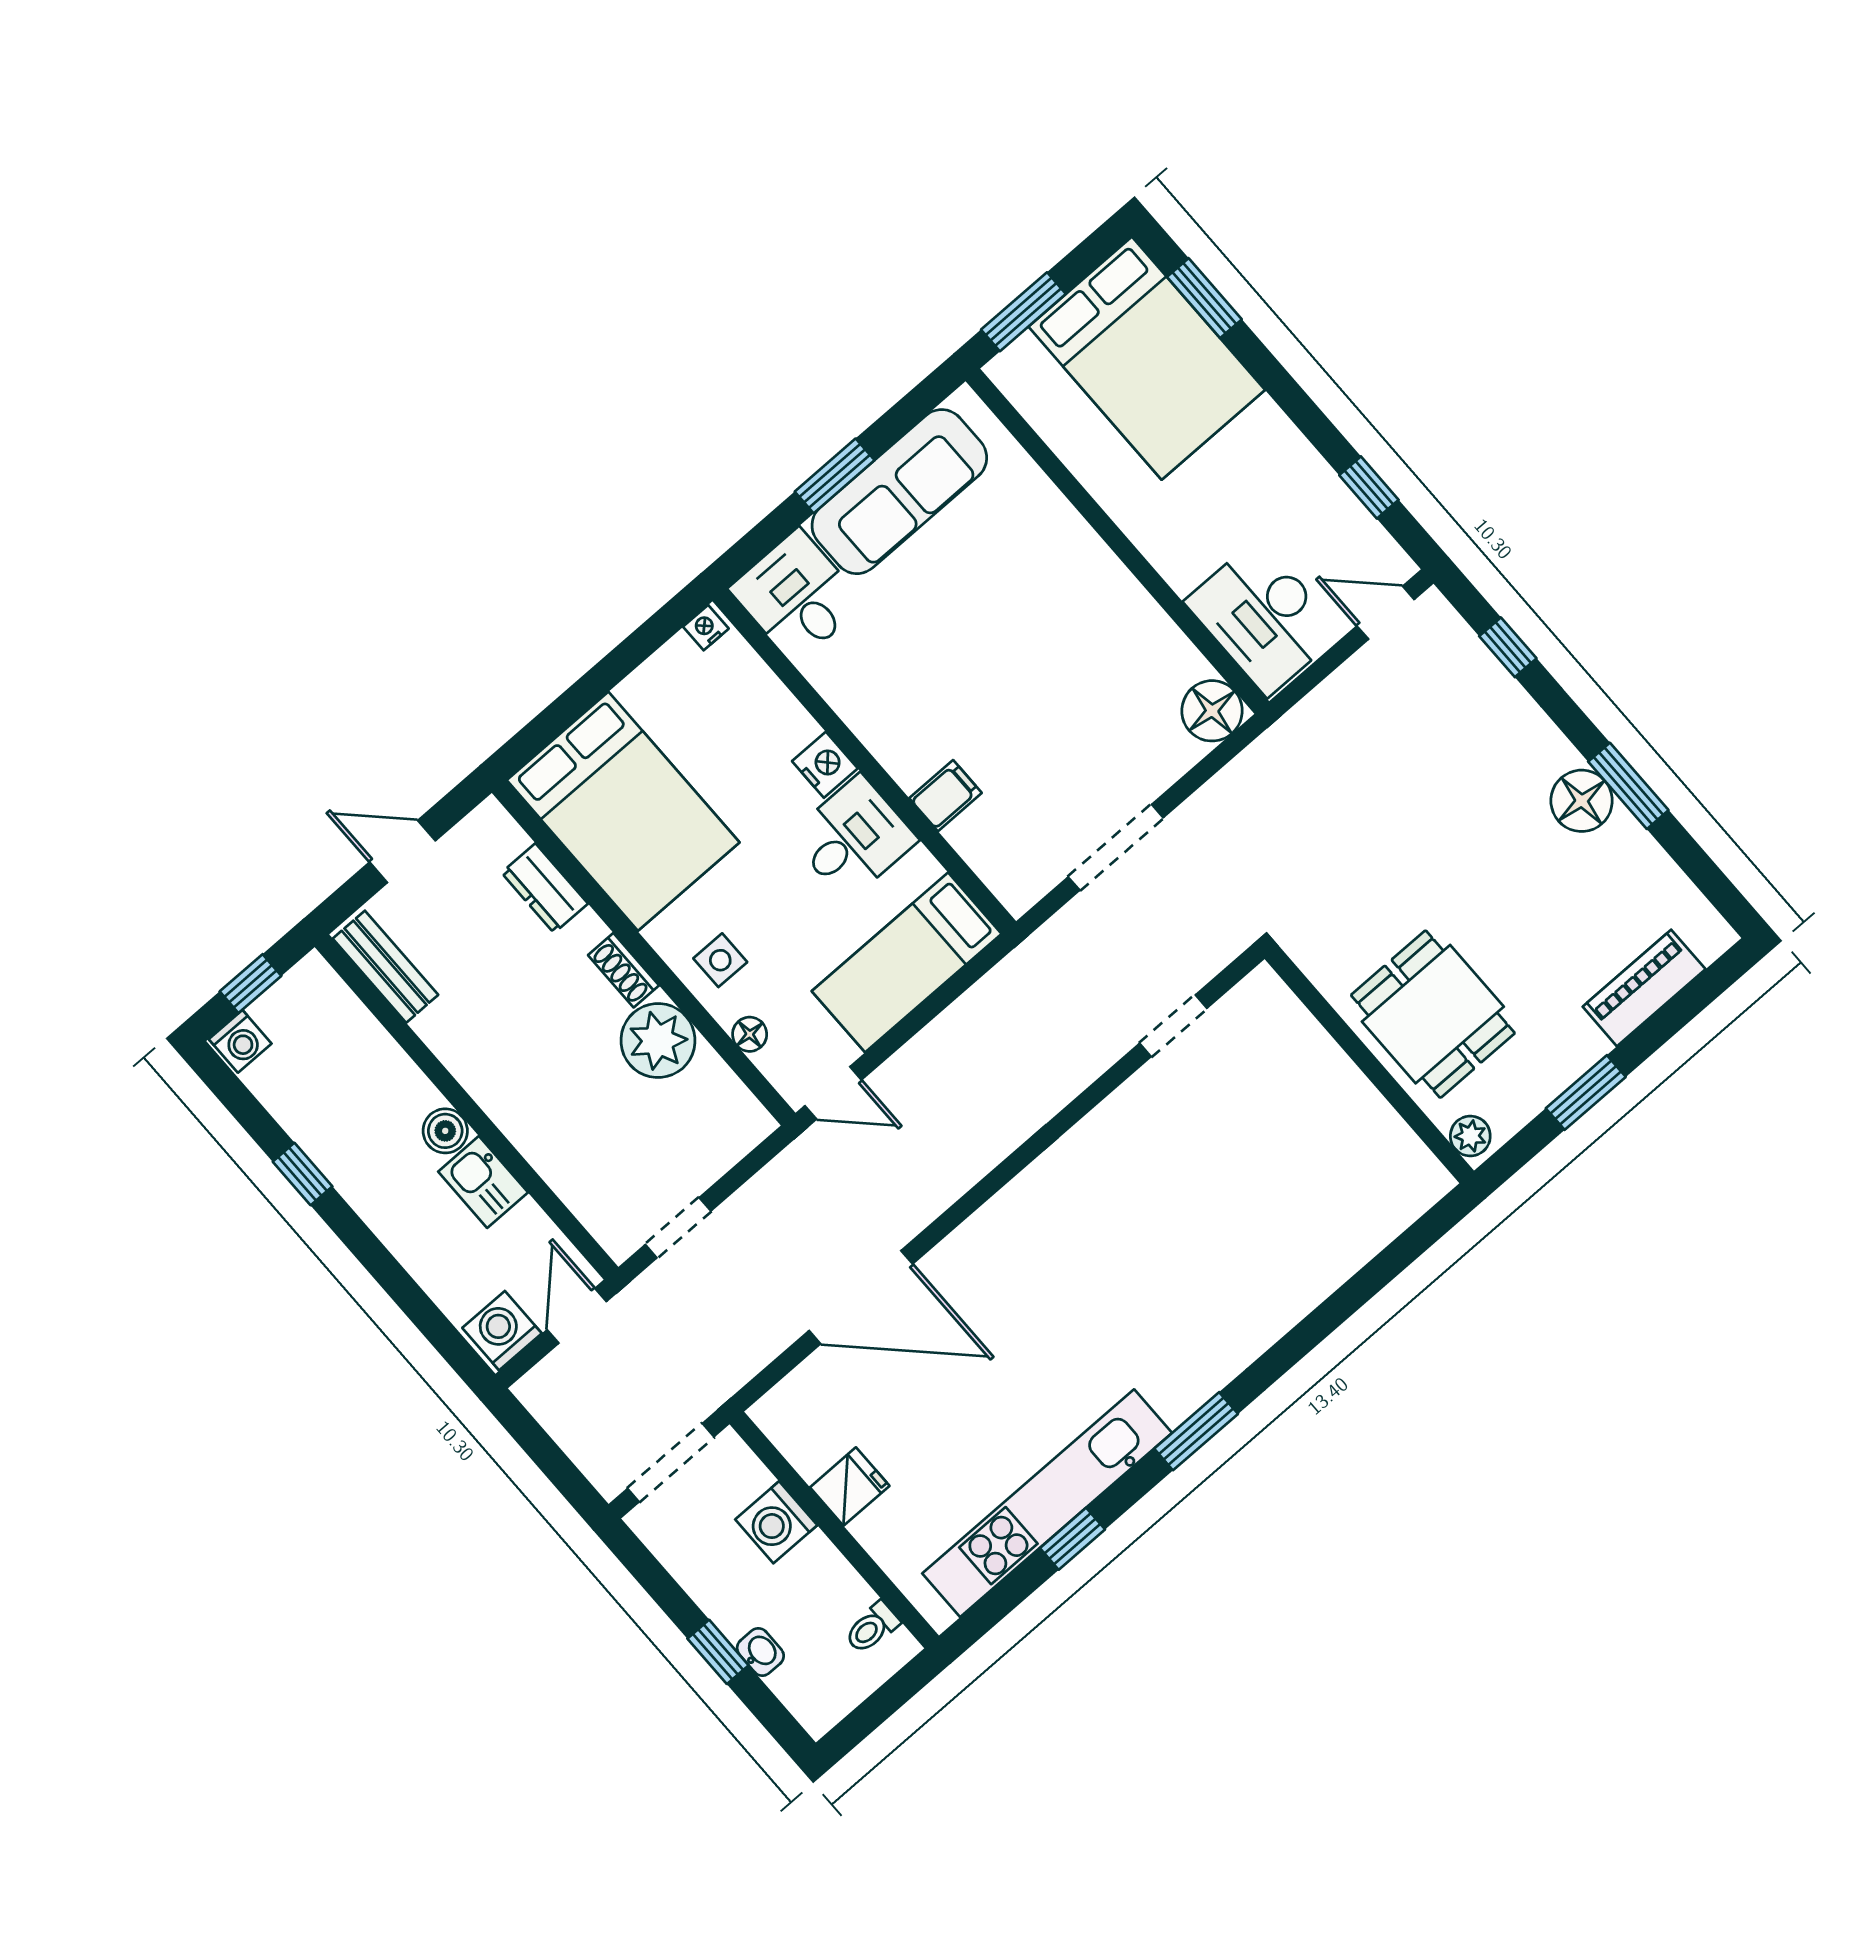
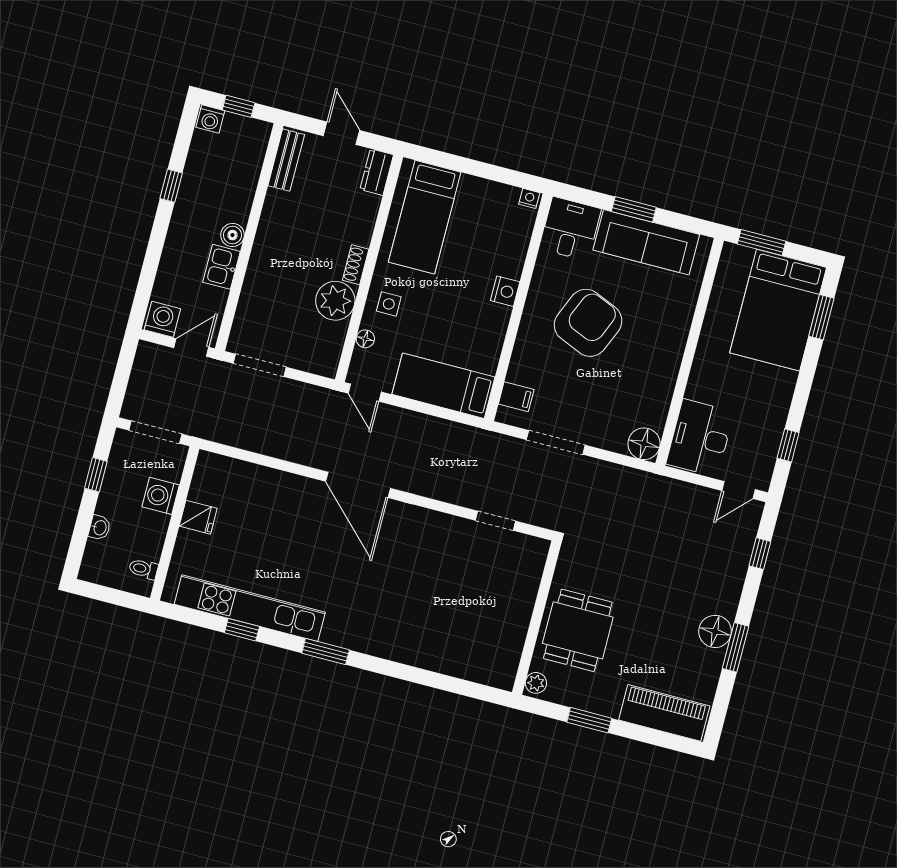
door: (1386, 613) -> (738, 490), swing flipped
armchair: (963, 669) -> (588, 323), added
filing cabinet: (945, 796) -> (516, 397), moved
bed: (623, 811) -> (425, 217), width x0.67
desk: (853, 838) -> (482, 325), removed
dresser: (545, 888) -> (377, 172), moved
piano: (1644, 988) -> (664, 713), width x1.37, depth x1.33
doorway: (678, 1228) -> (260, 365), width x1.38
door: (861, 1297) -> (358, 485), moved
window: (718, 1652) -> (96, 475), moved

